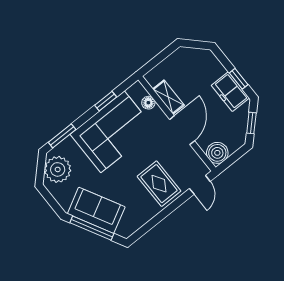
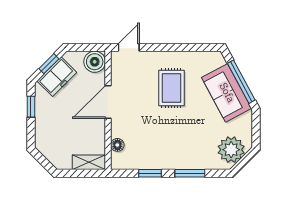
freezer: (230, 92) -> (57, 77), moved, turned 45
shelving: (168, 97) -> (89, 162), moved, turned 90
corner sofa: (113, 132) -> (164, 145), removed
window: (62, 136) -> (190, 173), moved
rug: (159, 184) -> (171, 88), moved

